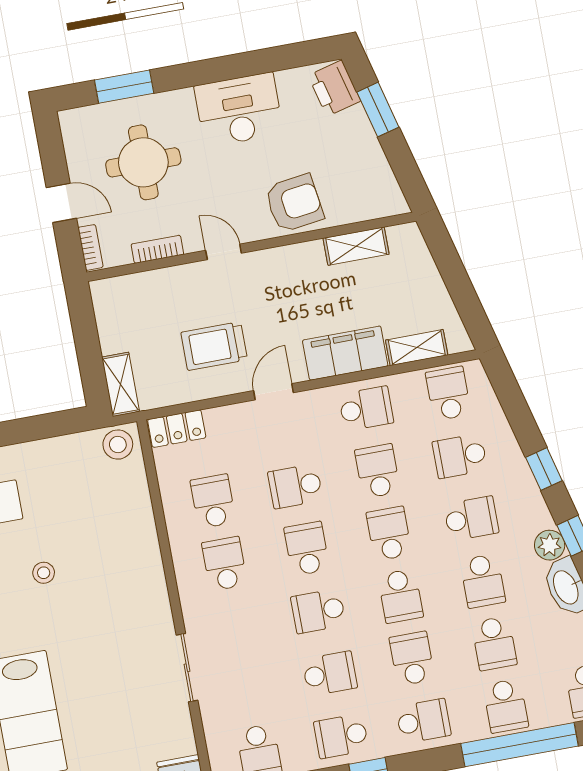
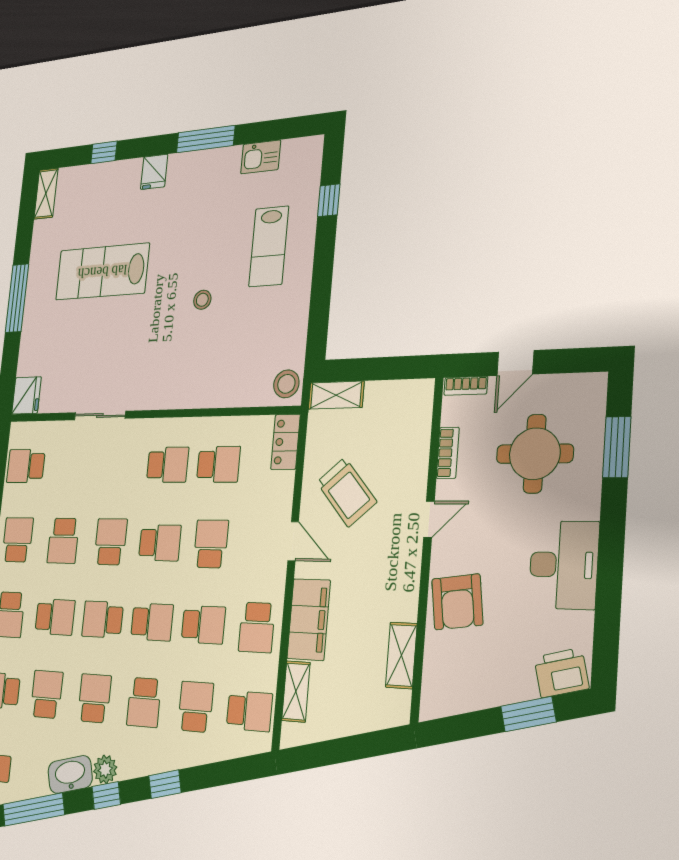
trolley: (214, 346) -> (347, 492), turned 139
school desk: (483, 581) -> (94, 698), turned 90
school desk: (494, 643) -> (47, 694), turned 90

